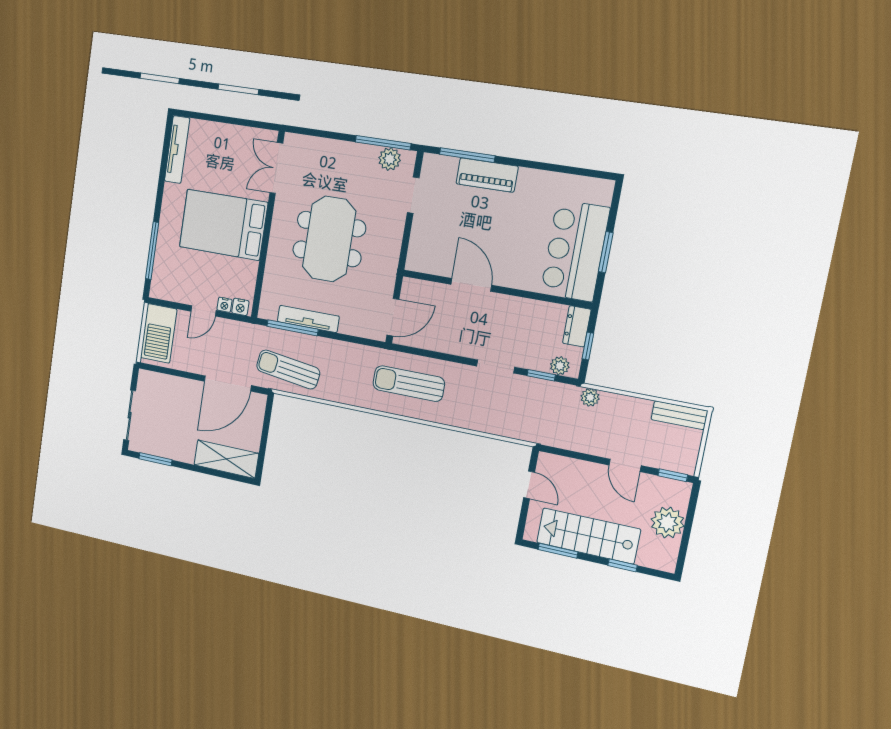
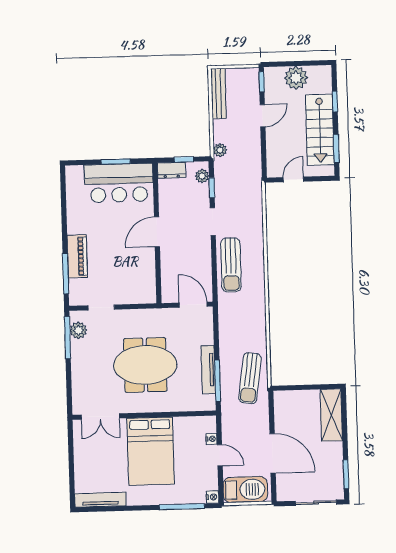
door: (471, 285) -> (157, 232), moved
nightstand: (240, 307) -> (213, 497), moved
door: (228, 383) -> (273, 453), moved
sun lounger: (409, 384) -> (231, 265), moved
bench: (679, 415) -> (219, 94), width x1.36

